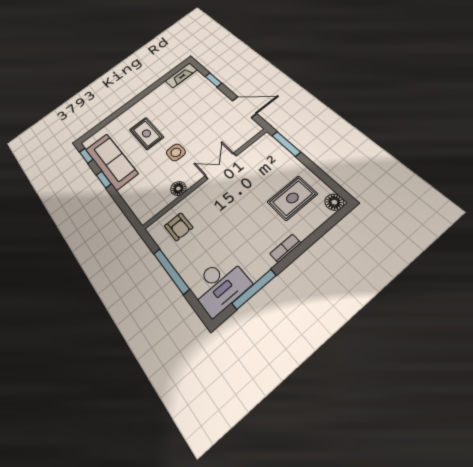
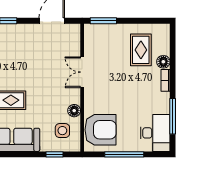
side table: (176, 152) -> (62, 131), moved
window: (104, 180) -> (54, 154), moved
floor lamp: (334, 202) -> (163, 62), moved
armchair: (179, 227) -> (101, 130), width x1.88, depth x1.88

